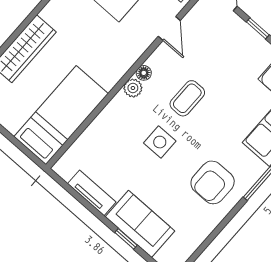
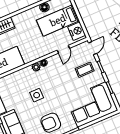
coffee table: (187, 98) -> (85, 70), moved

